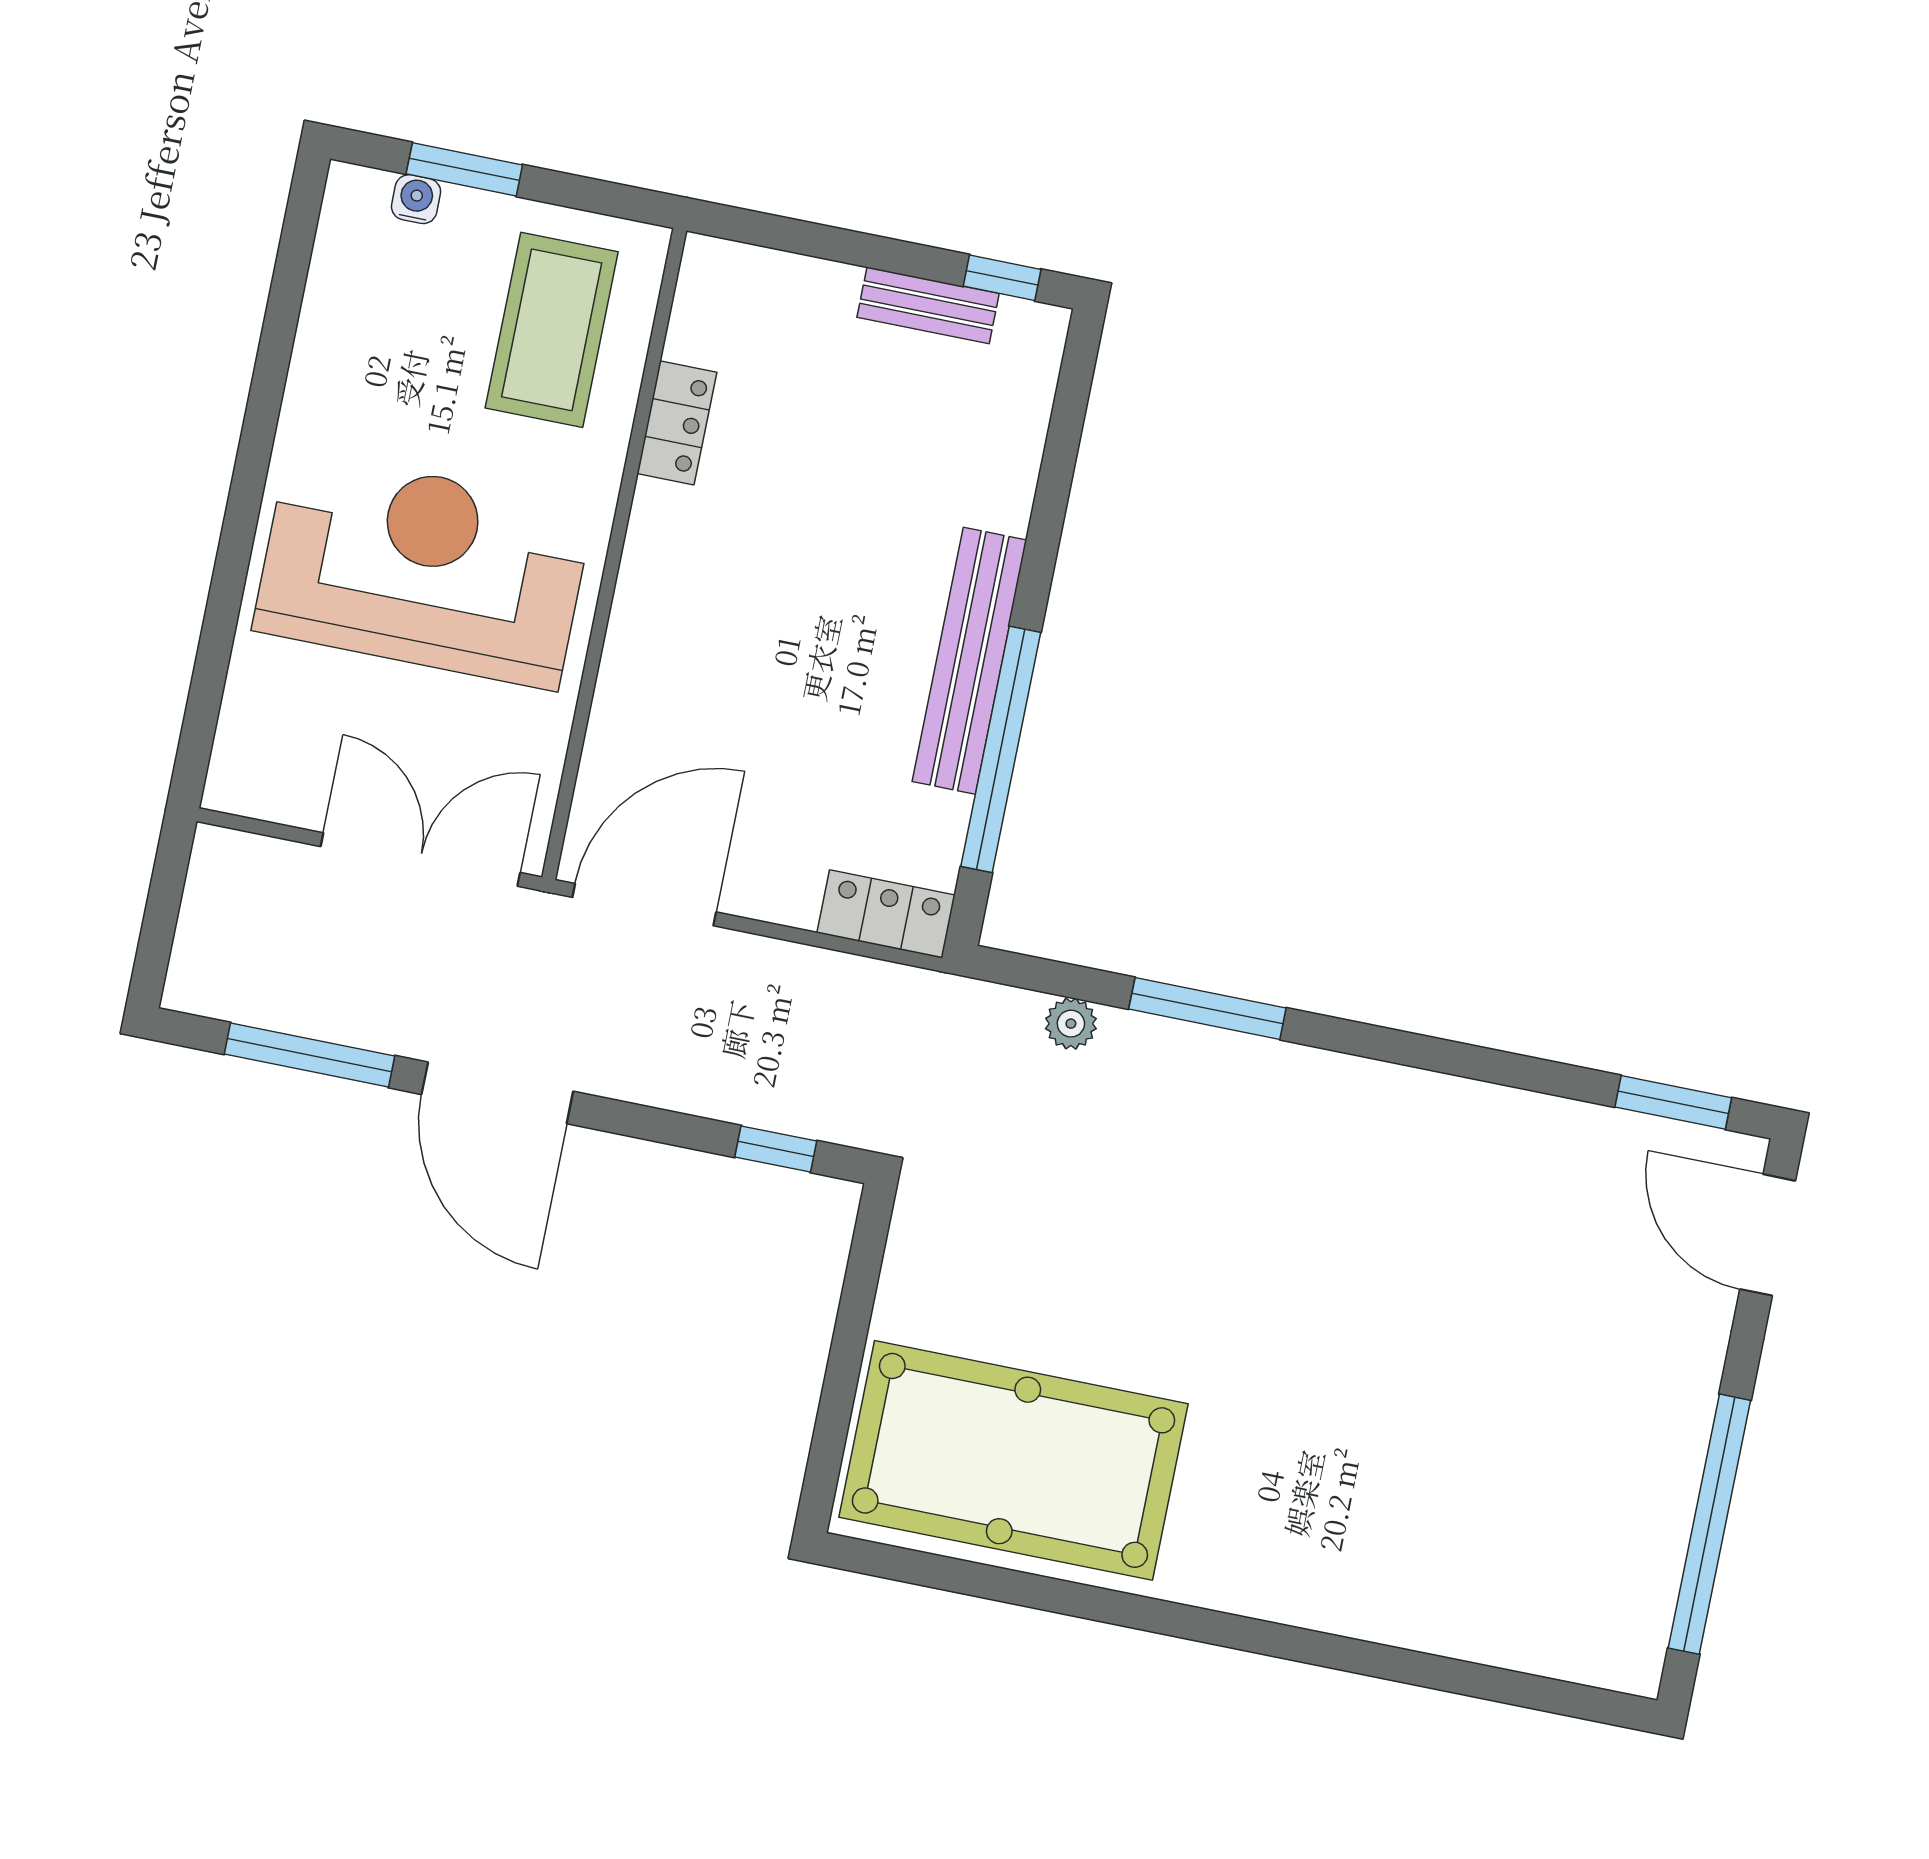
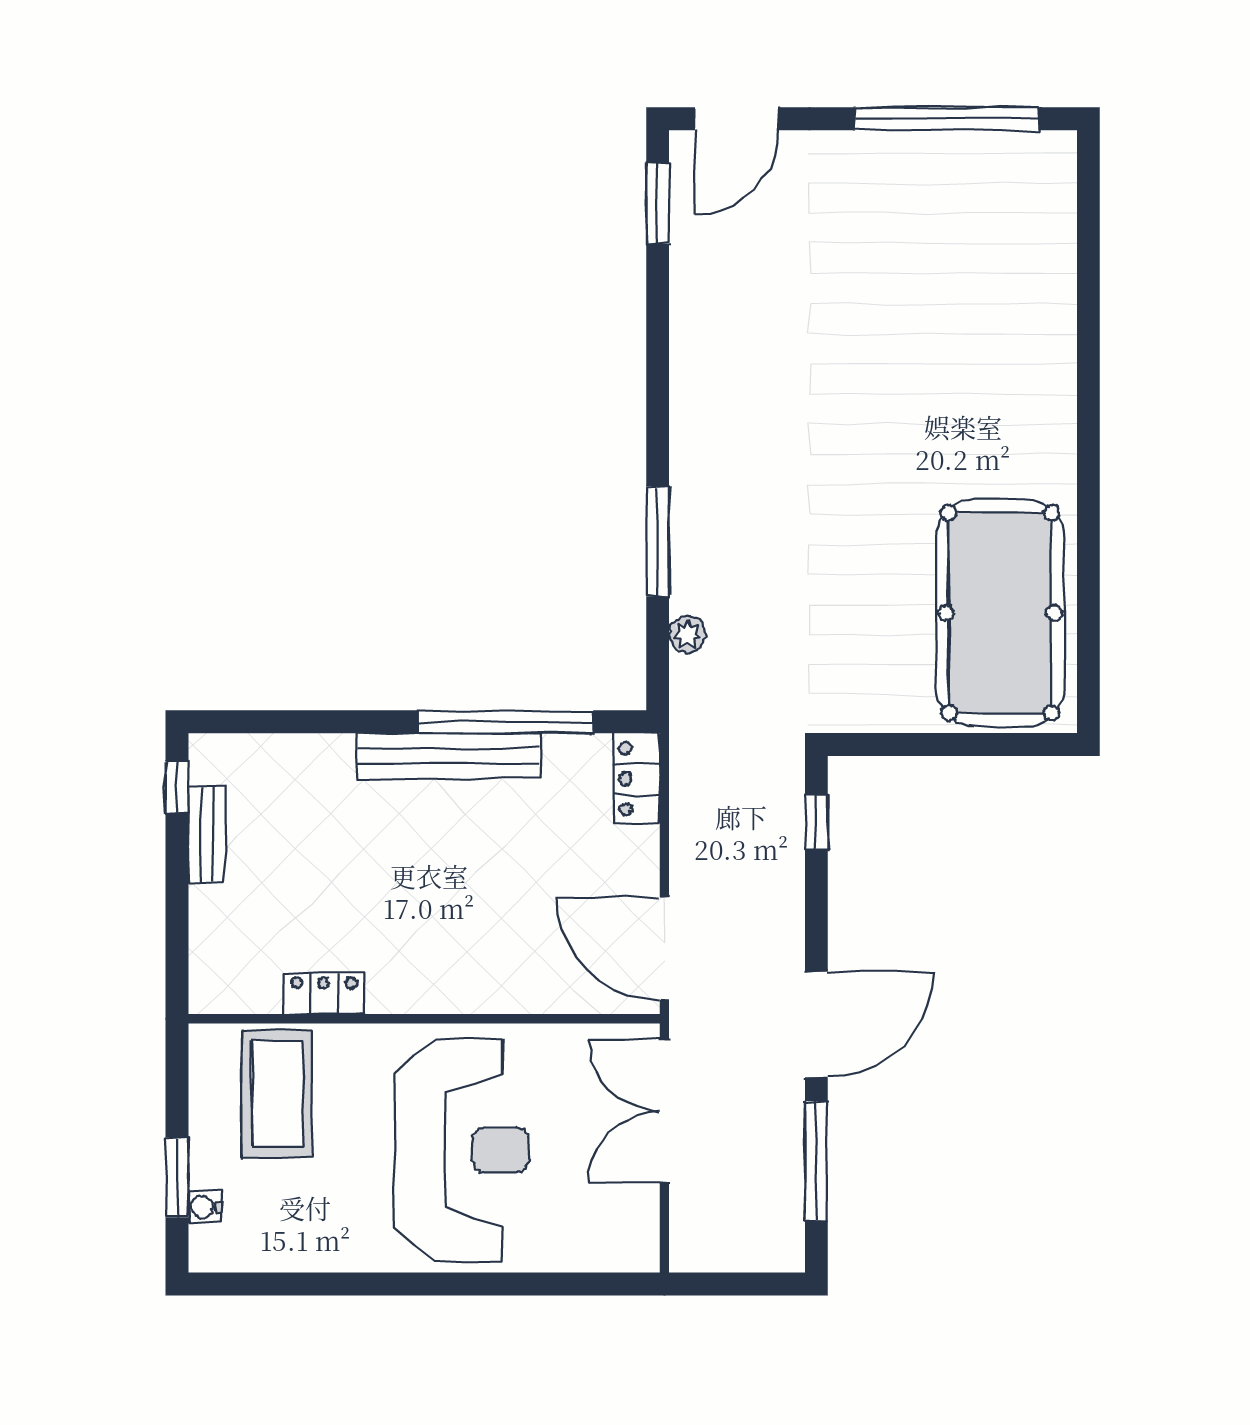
coffee table: (552, 330) -> (277, 1094), turned 90
reception desk: (423, 569) -> (462, 1150), turned 180

